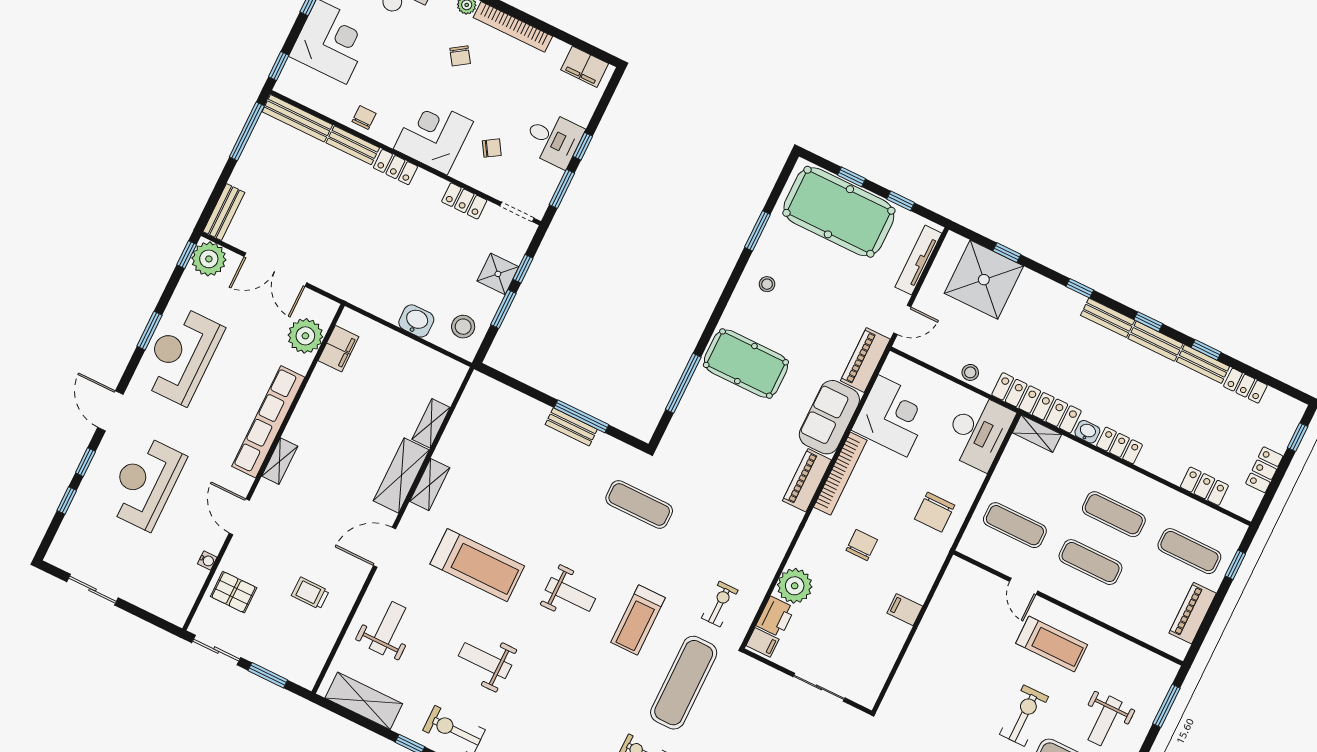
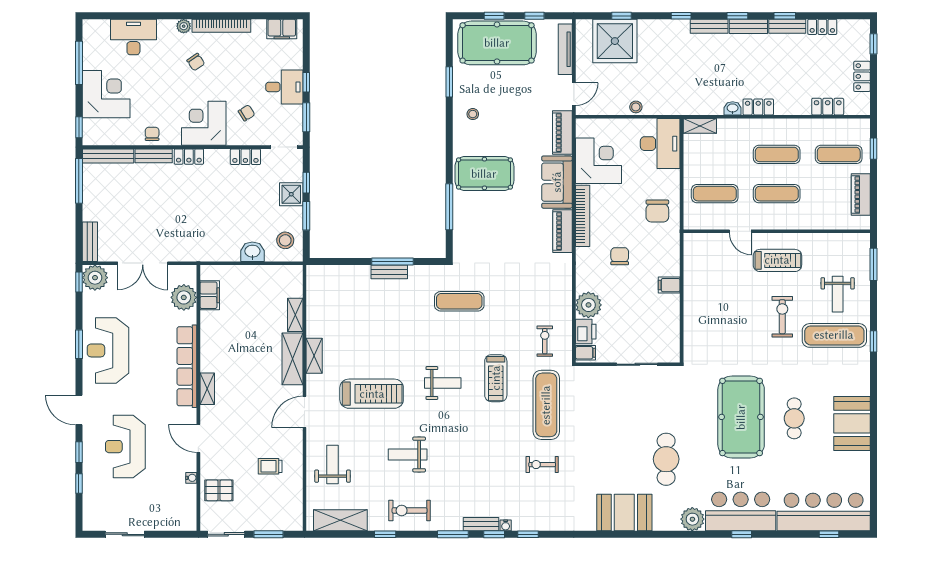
locker: (1036, 403) -> (690, 106), removed

